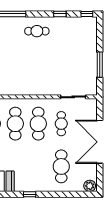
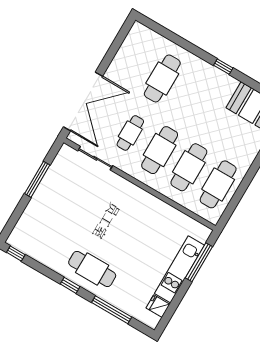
window: (60, 14) -> (70, 285), moved
cafe table: (37, 31) -> (92, 269), width x1.37, depth x1.35
double door: (100, 142) -> (83, 102), moved
plant: (90, 186) -> (141, 33), removed

